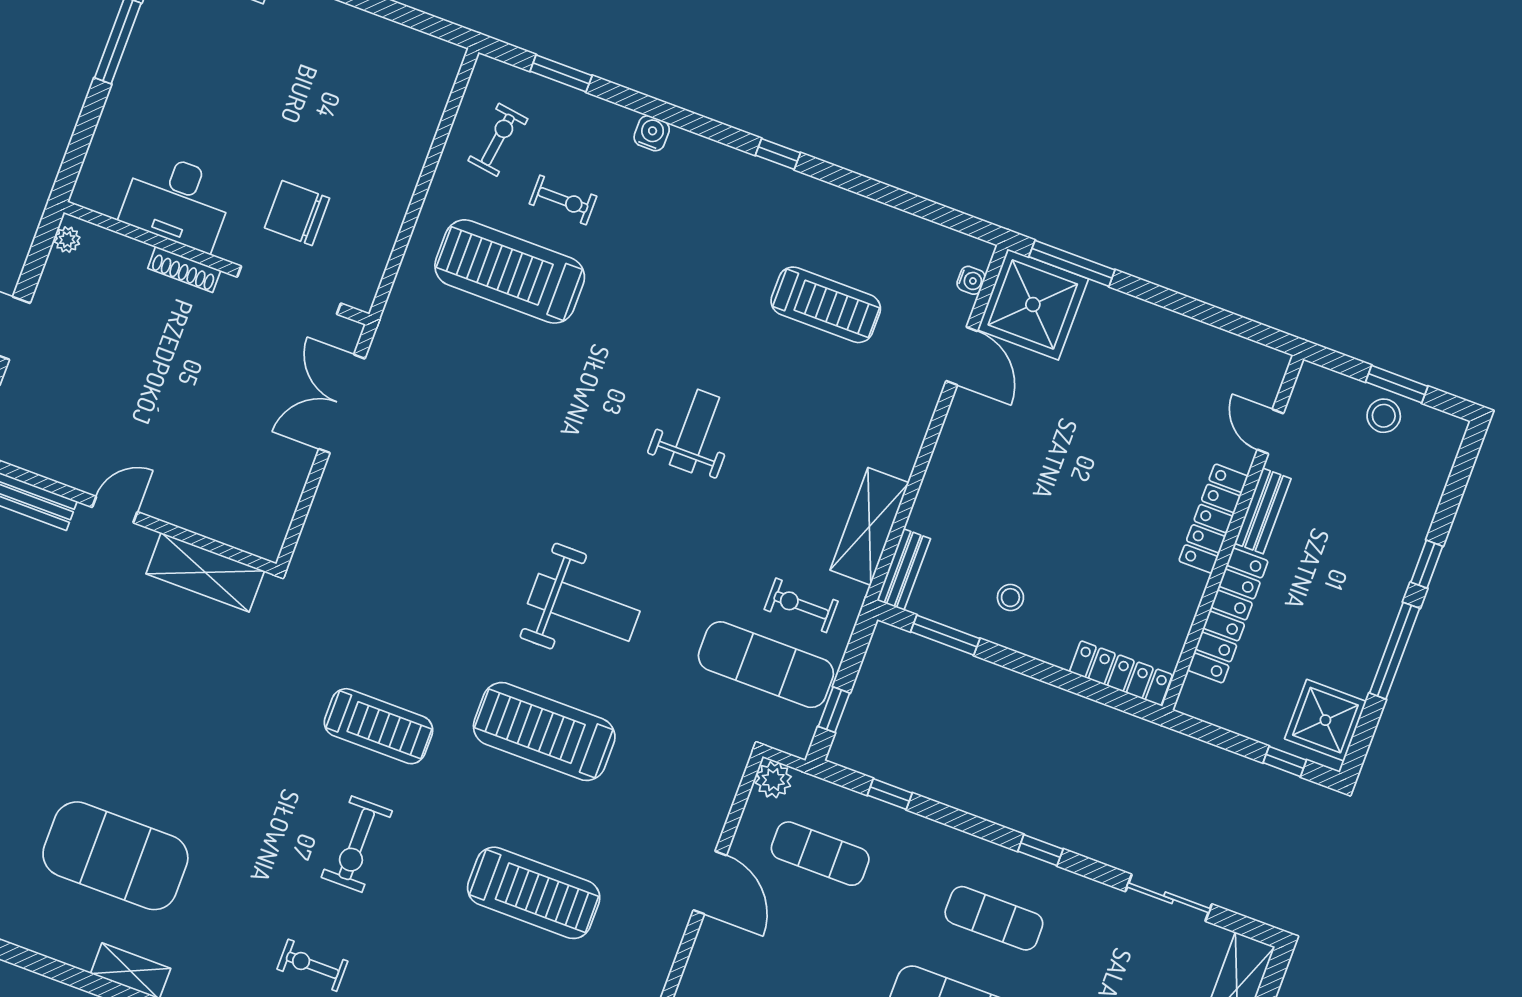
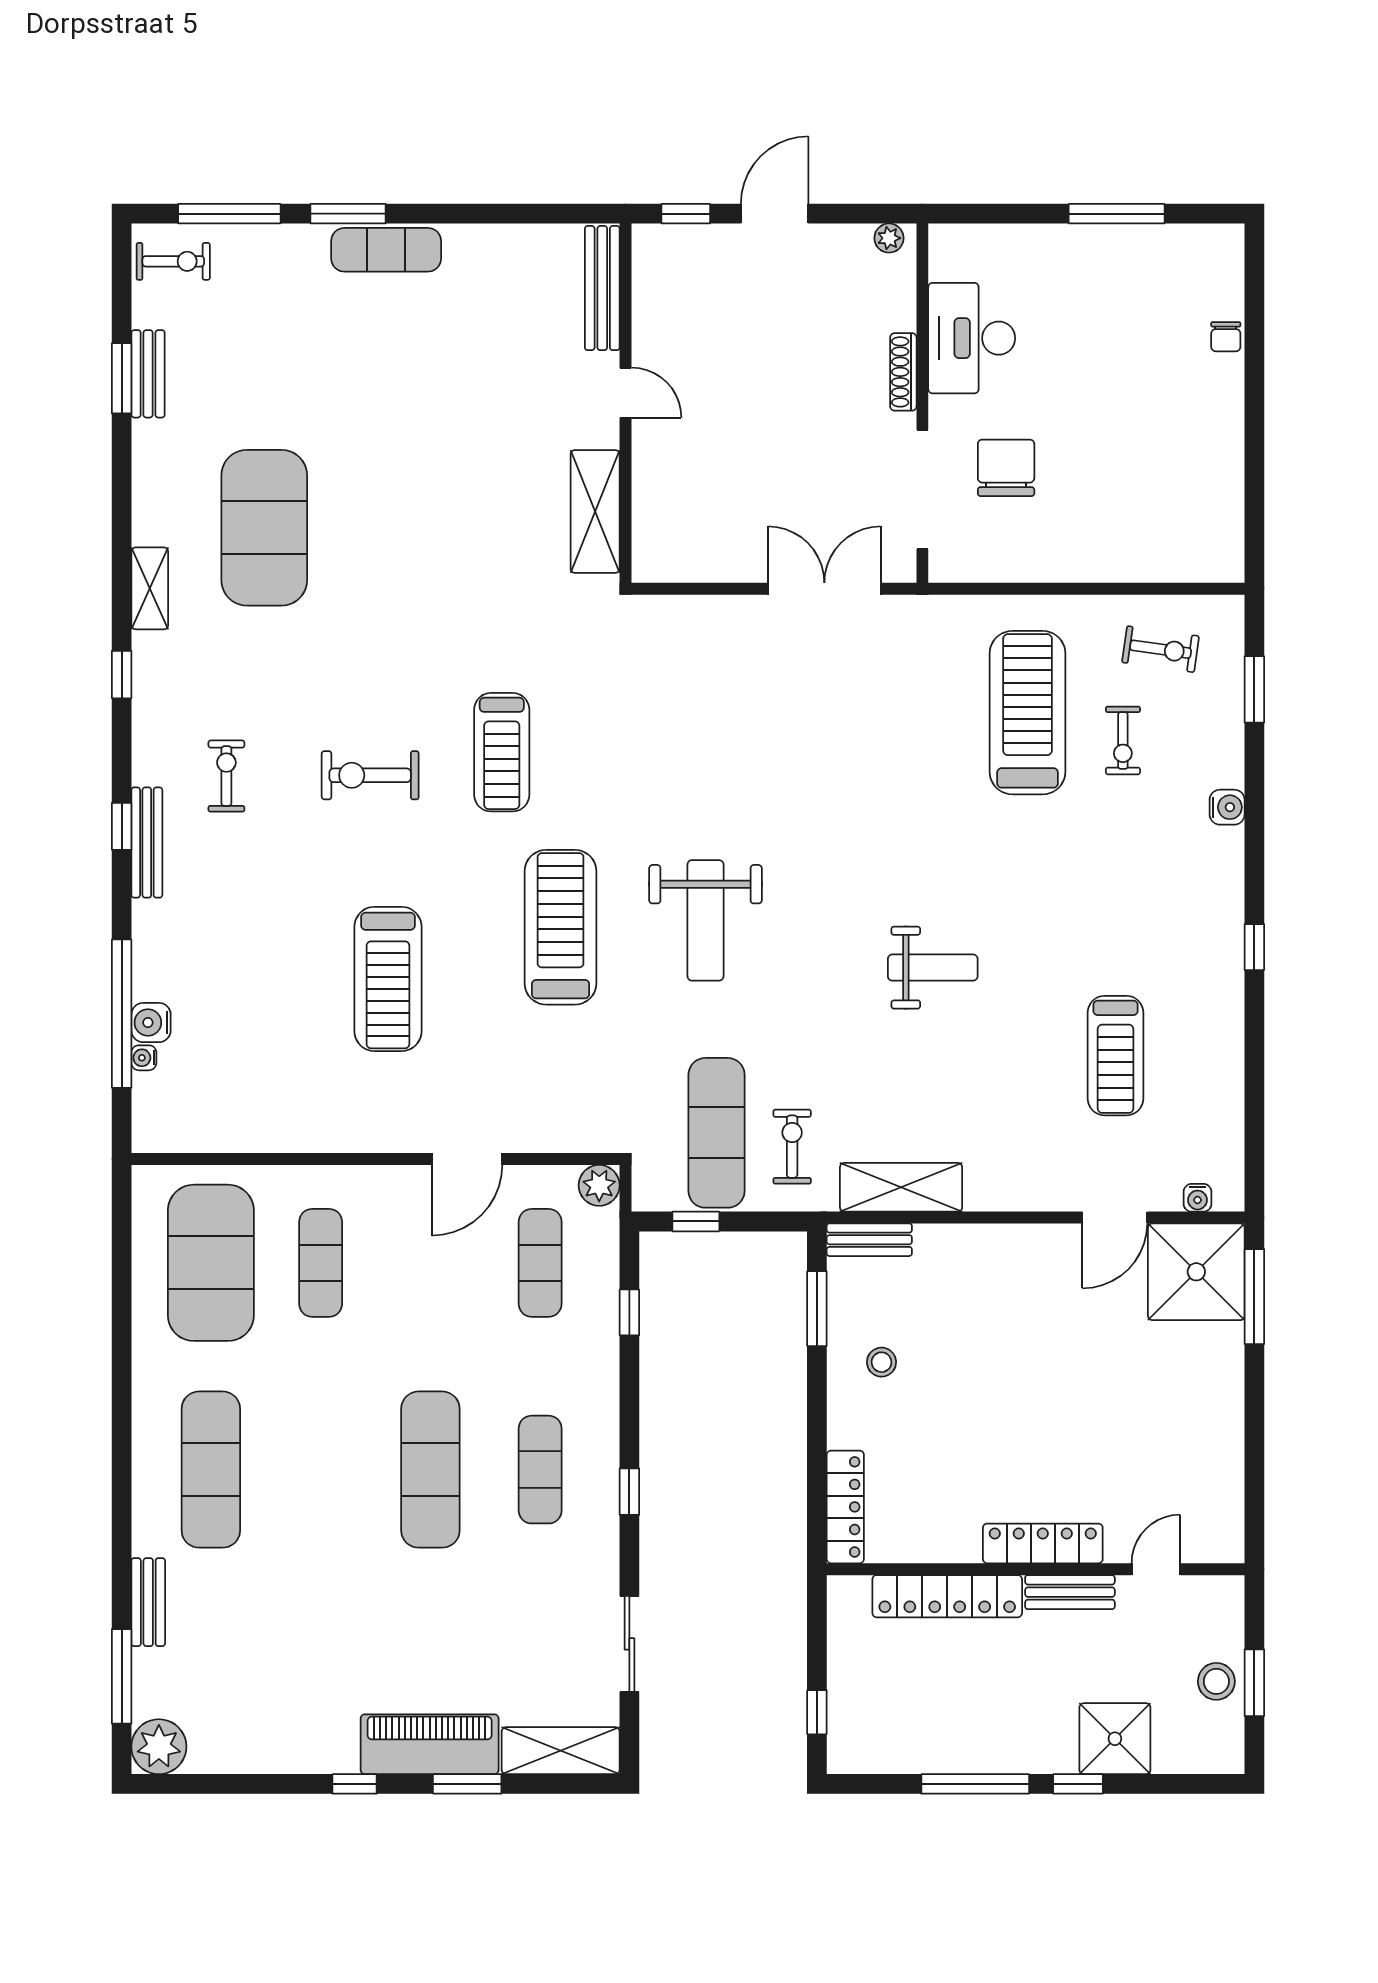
shower: (1325, 720) -> (1115, 1739), moved

